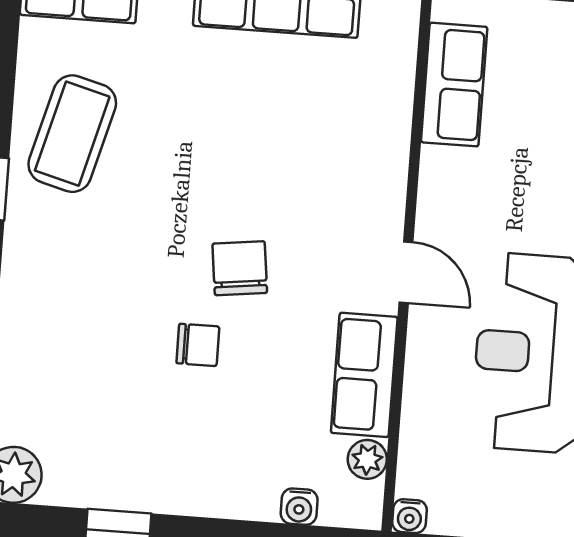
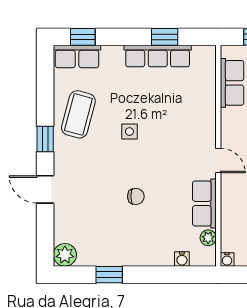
side table: (194, 185) -> (129, 132), added
chair: (240, 268) -> (151, 164), removed

